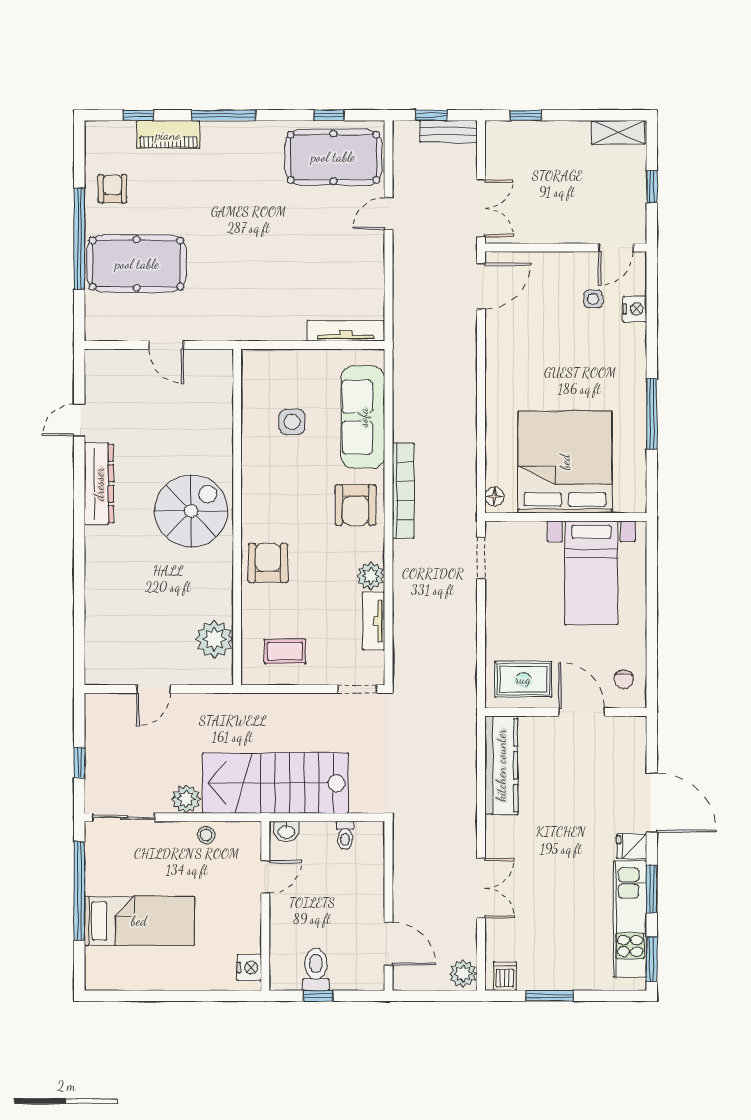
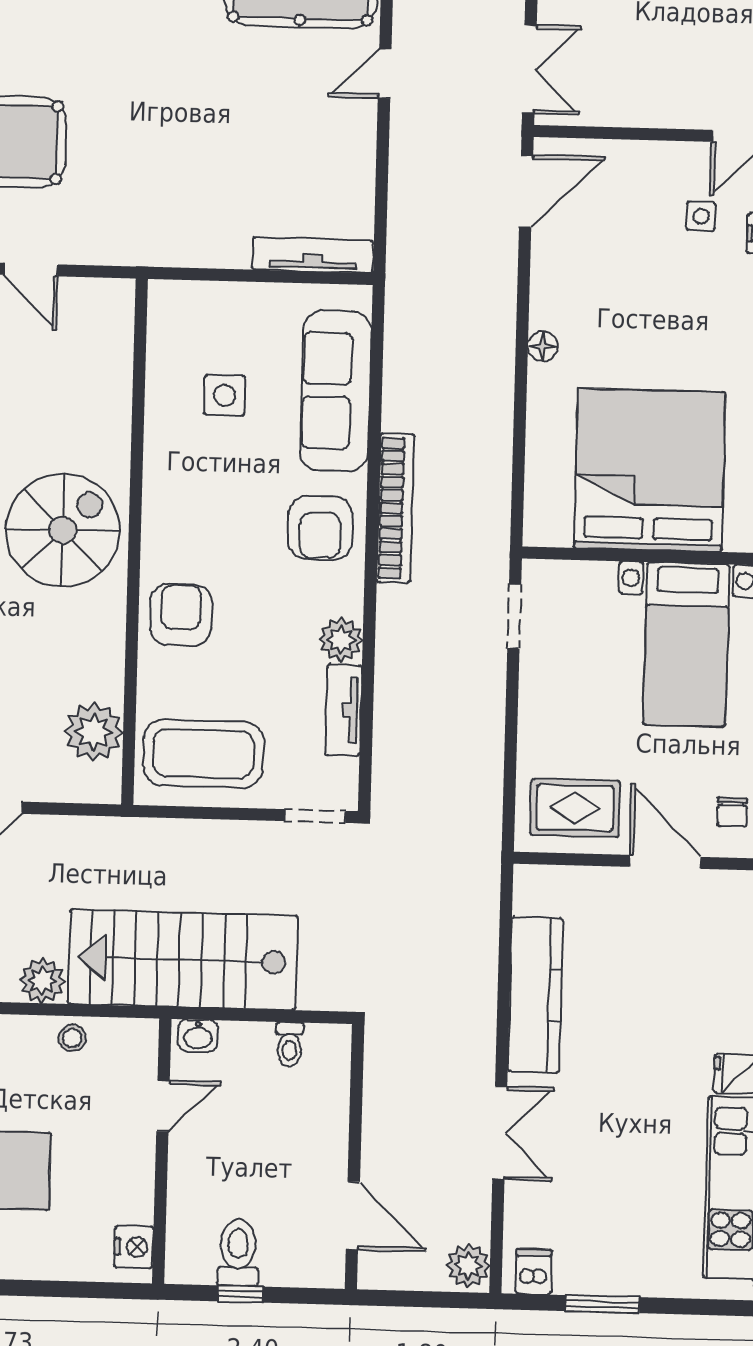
floor lamp: (494, 496) -> (543, 346), moved
coffee table: (285, 651) -> (203, 754), width x1.86, depth x1.72
kitchen counter: (501, 765) -> (535, 995), moved

